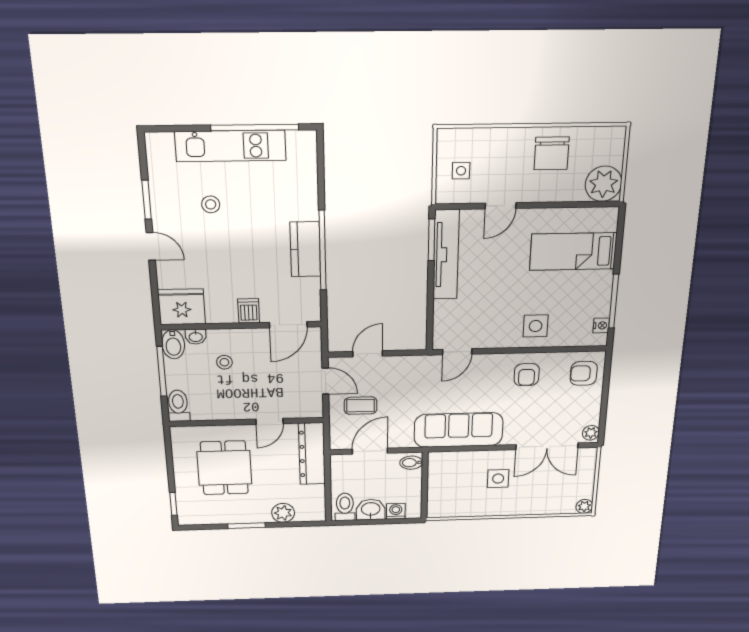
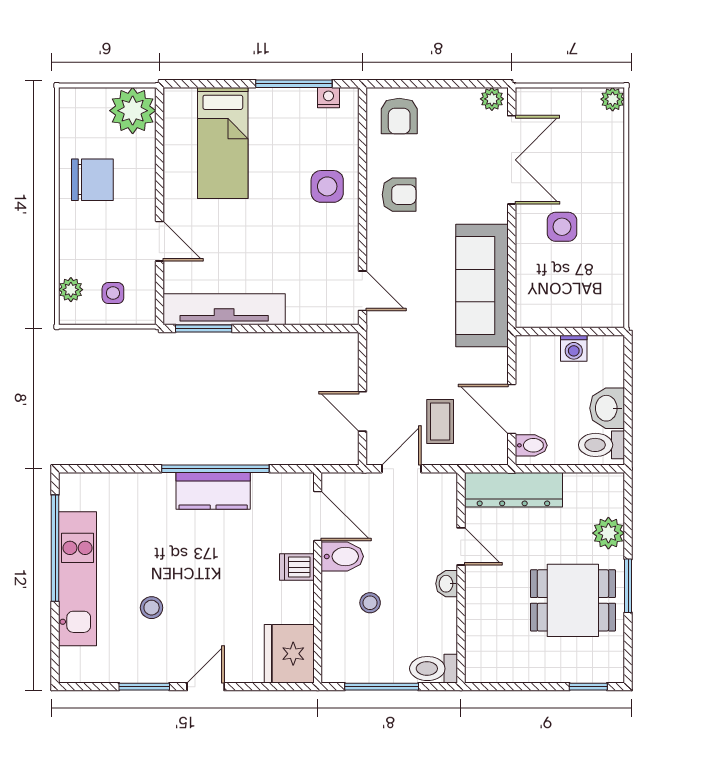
plant: (465, 137) -> (71, 290), added
washbasin: (196, 337) -> (447, 584), moved, turned 180
bidet: (173, 344) -> (342, 556), moved
bidet: (411, 463) -> (531, 445), moved, turned -90
dining table: (224, 468) -> (573, 600), moved
washing machine: (396, 511) -> (574, 348), moved, turned -90

